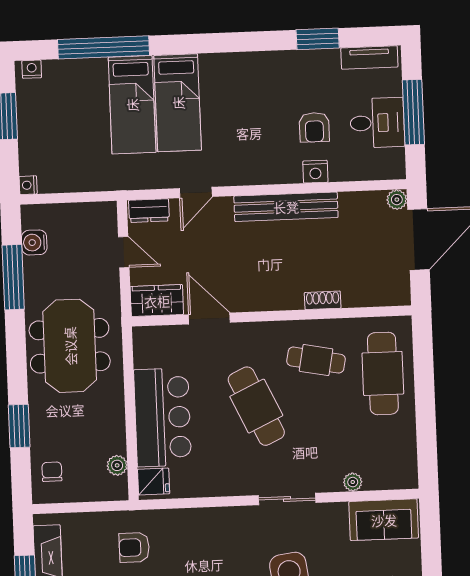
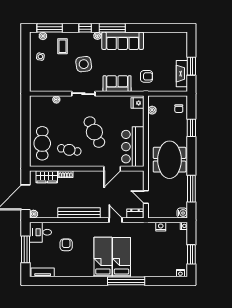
window: (318, 39) -> (63, 281), removed
window: (103, 47) -> (126, 281), moved
bed: (132, 105) -> (103, 257), moved
desk: (377, 123) -> (40, 232), moved
nightstand: (315, 172) -> (161, 227), moved
door: (196, 193) -> (116, 220), hinge flipped
water cooler: (34, 242) -> (182, 213), moved
wardrobe: (157, 301) -> (47, 177), moved
door: (209, 319) -> (112, 169), hinge flipped
bar counter: (163, 417) -> (133, 147), moved
sofa: (384, 520) -> (117, 84), moved

